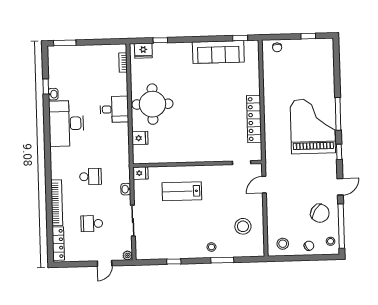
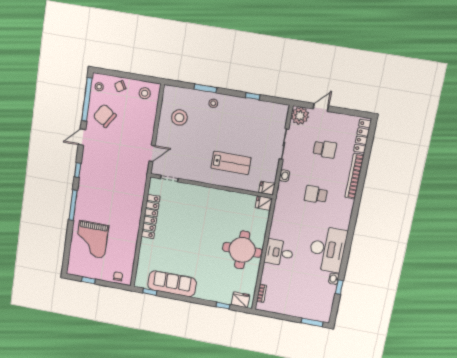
grand piano: (313, 126) -> (92, 240), moved, width x0.73, depth x0.68
fridge: (140, 138) -> (264, 203), moved
plant: (128, 256) -> (300, 116), width x1.87, depth x1.87

